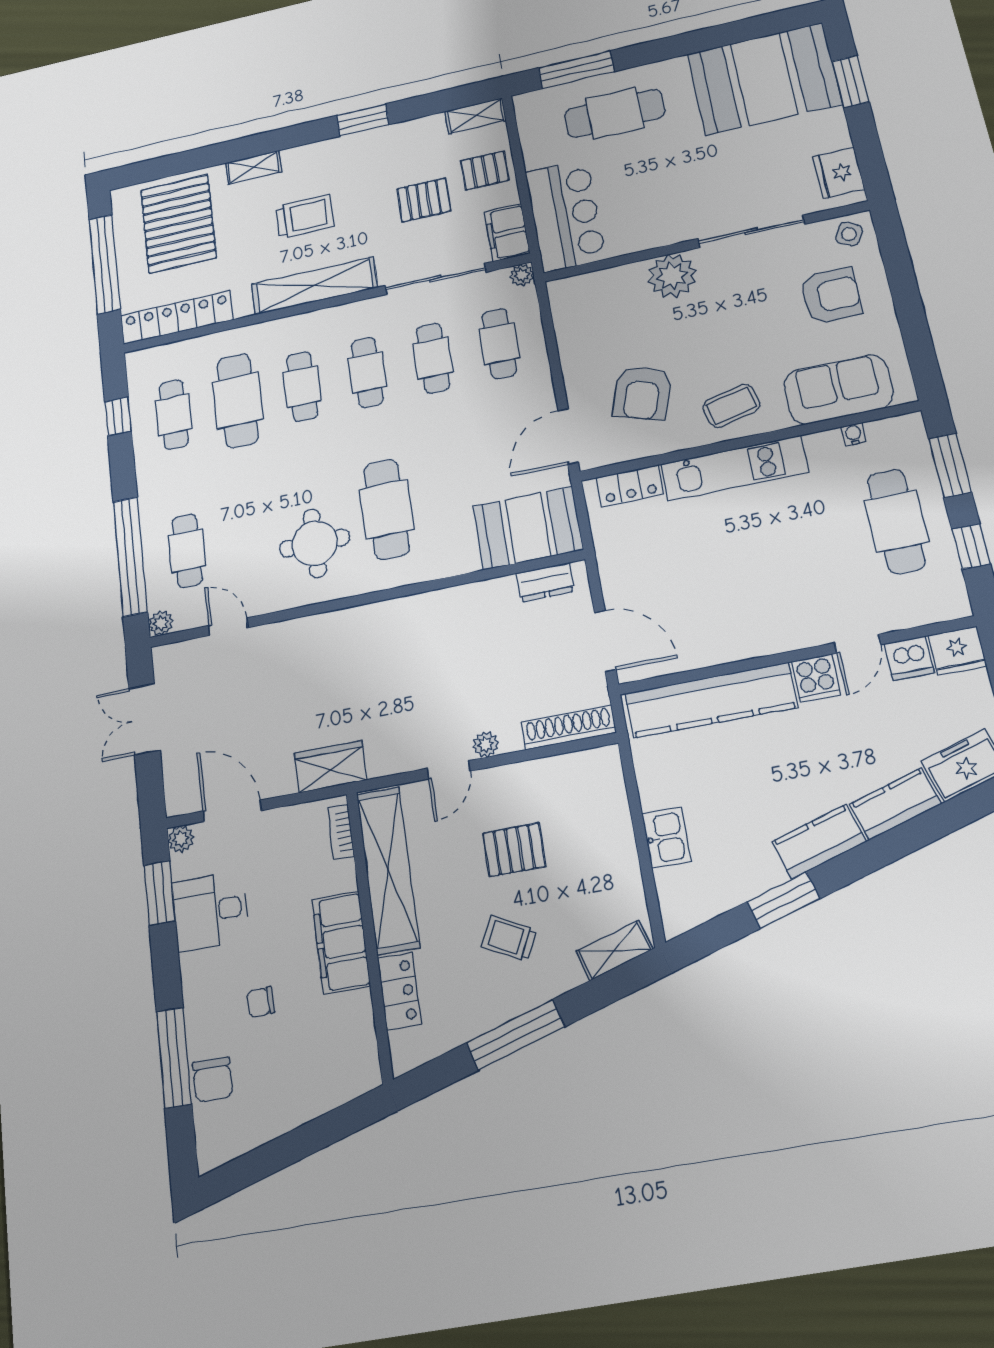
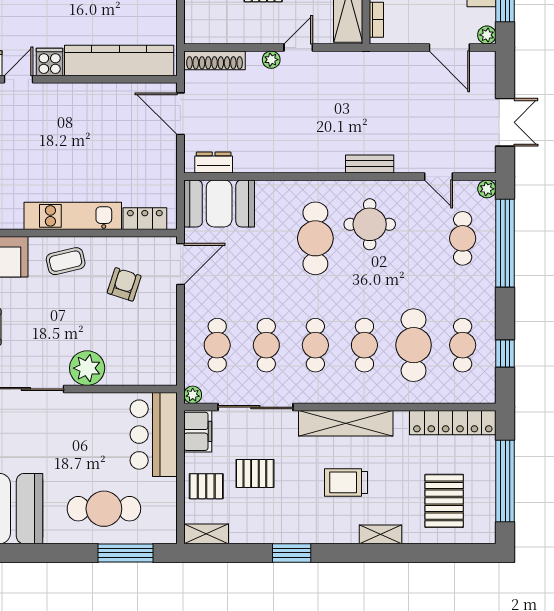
pallet: (178, 224) -> (444, 501), width x0.73, depth x0.71
armchair: (642, 393) -> (124, 284), width x0.72, depth x0.72
bench: (325, 625) -> (370, 164), added
wardrobe: (330, 767) -> (378, 65), removed

